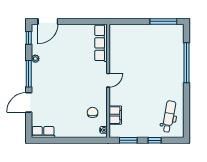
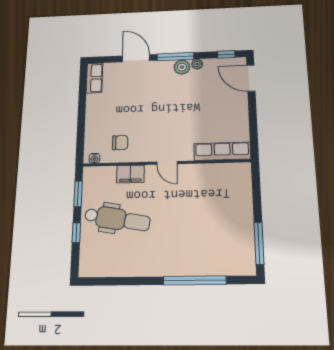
plant: (37, 69) -> (182, 67), added
filing cabinet: (115, 115) -> (130, 174), moved
dental chair: (169, 116) -> (117, 219), moved, width x1.36, depth x1.38

